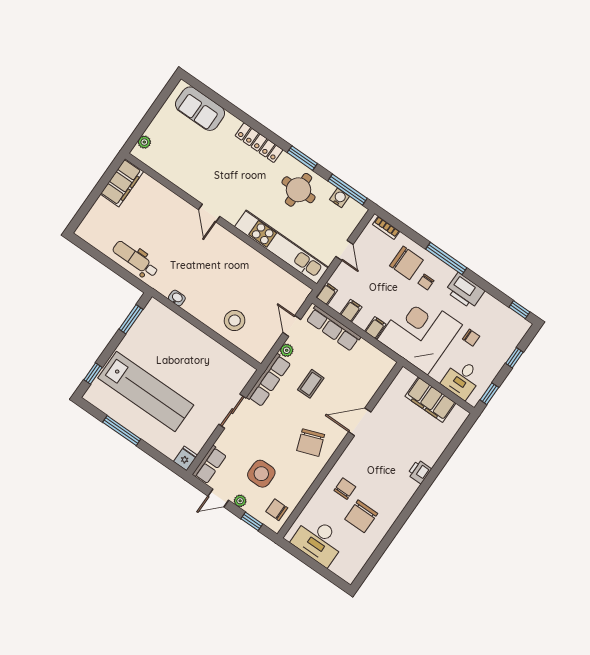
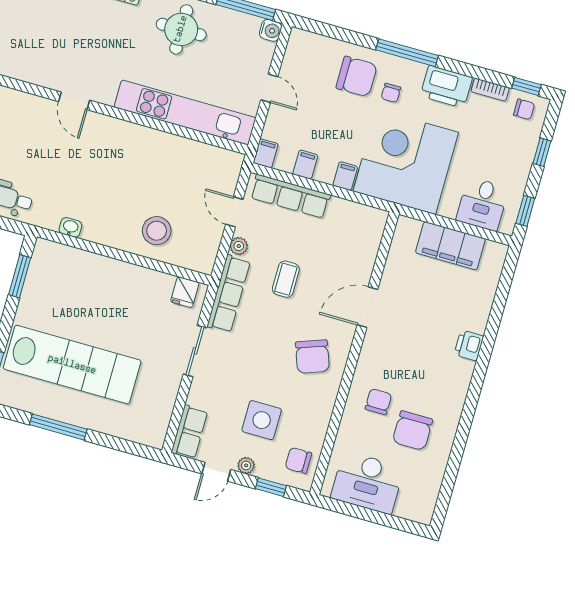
water cooler: (340, 198) -> (271, 30), moved, turned 90
bookcase: (386, 228) -> (490, 90), moved
chair: (471, 338) -> (524, 109), moved
fridge: (186, 458) -> (185, 292), moved, turned 180

